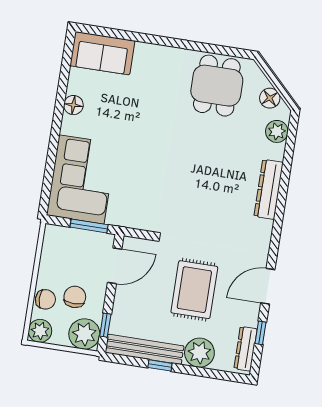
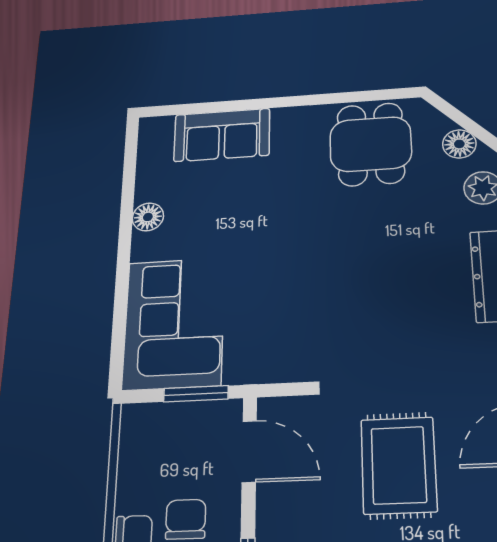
sofa: (102, 53) -> (222, 135), moved
door: (115, 266) -> (249, 451), hinge flipped

